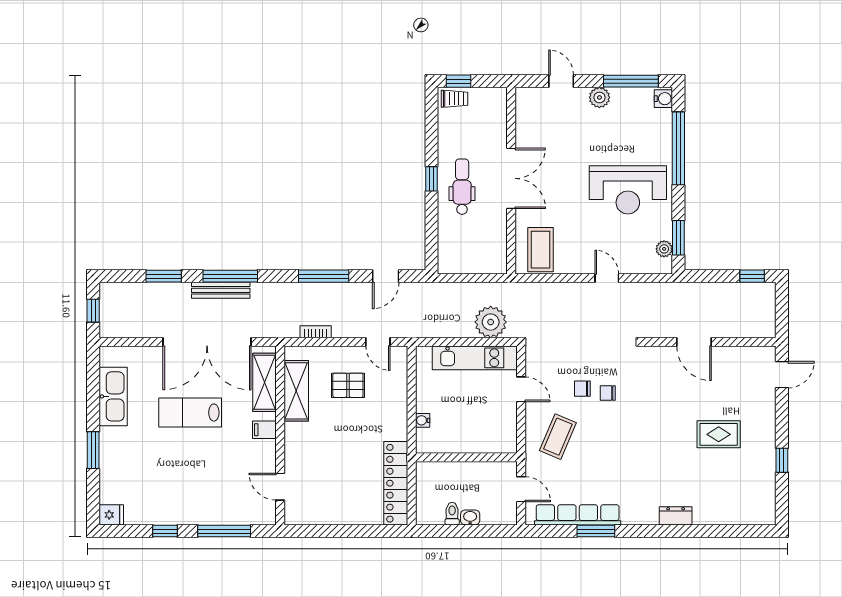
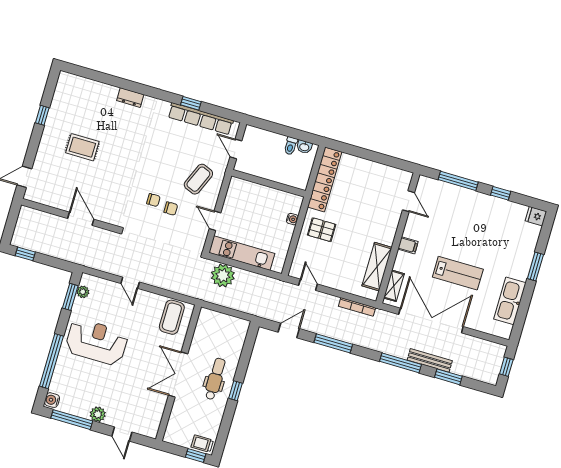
dental chair: (462, 187) -> (215, 379), turned 180
bench: (221, 290) -> (430, 360), moved
bookcase: (316, 332) -> (357, 307), width x1.56
shelving: (265, 382) -> (394, 286), width x0.67, depth x0.75
pallet: (348, 385) -> (322, 230), moved
washbasin: (470, 517) -> (304, 147), moved
window: (596, 531) -> (191, 103), width x0.67

